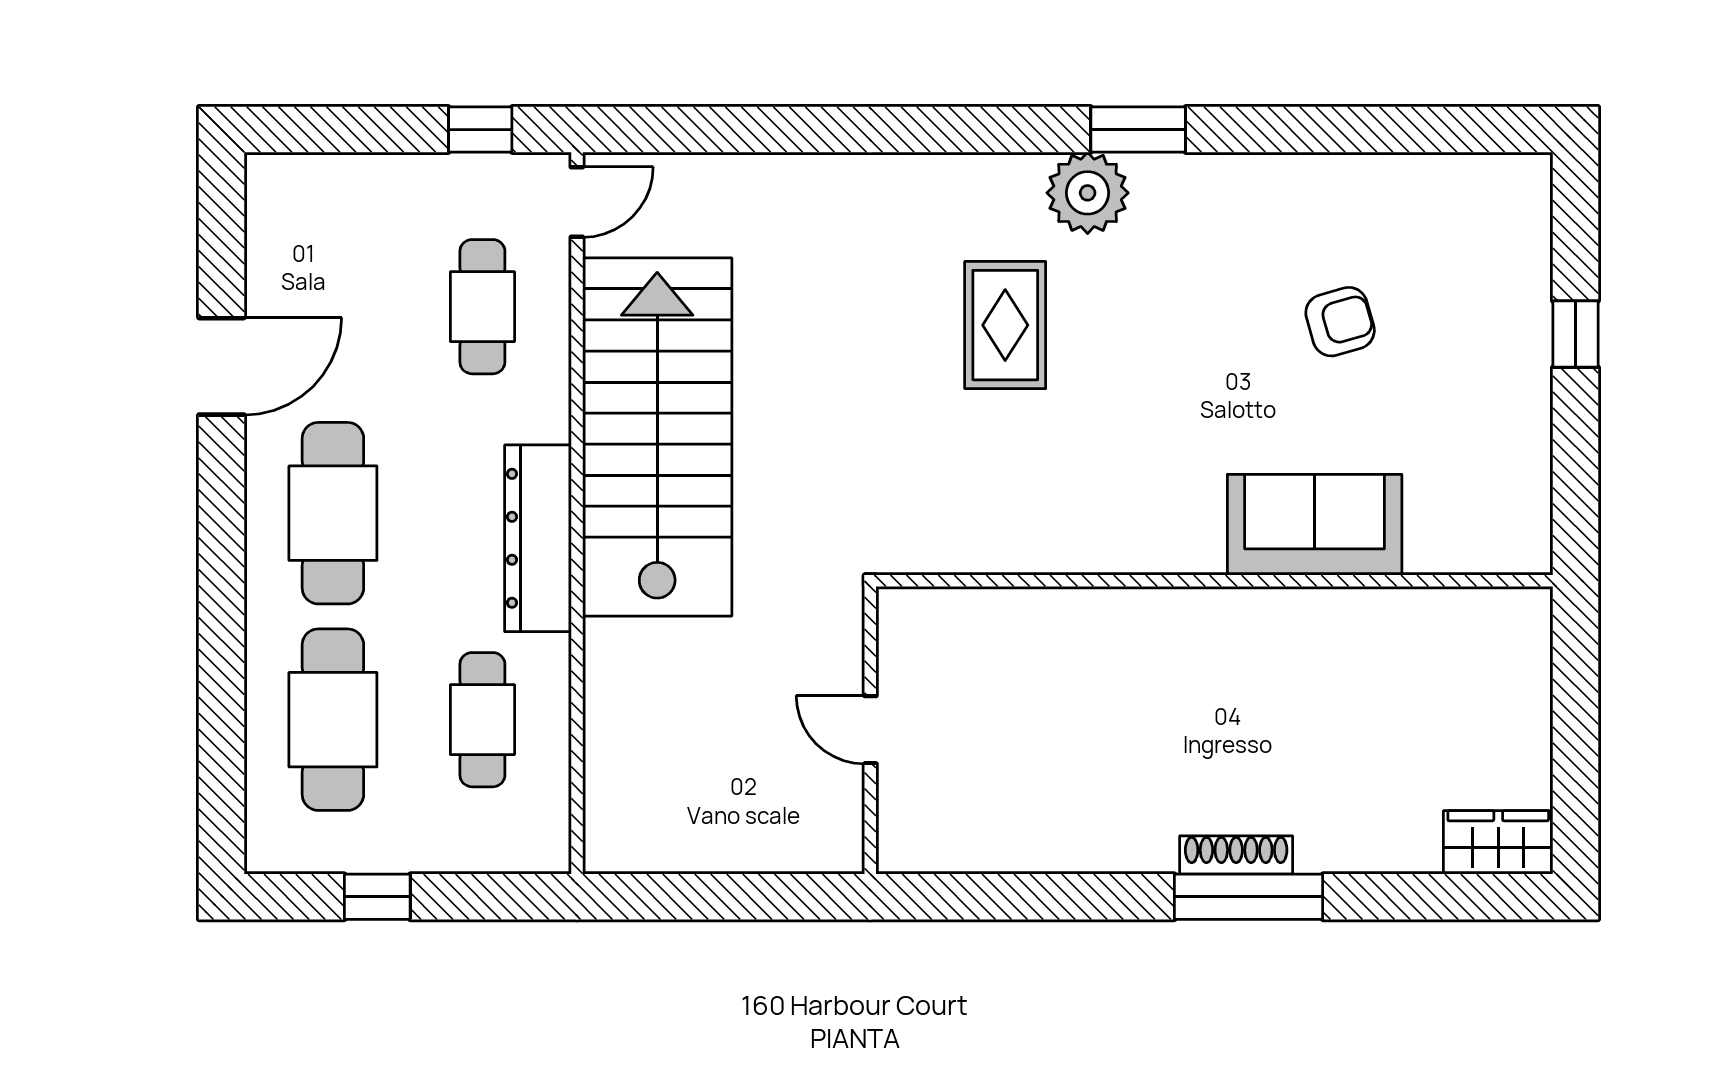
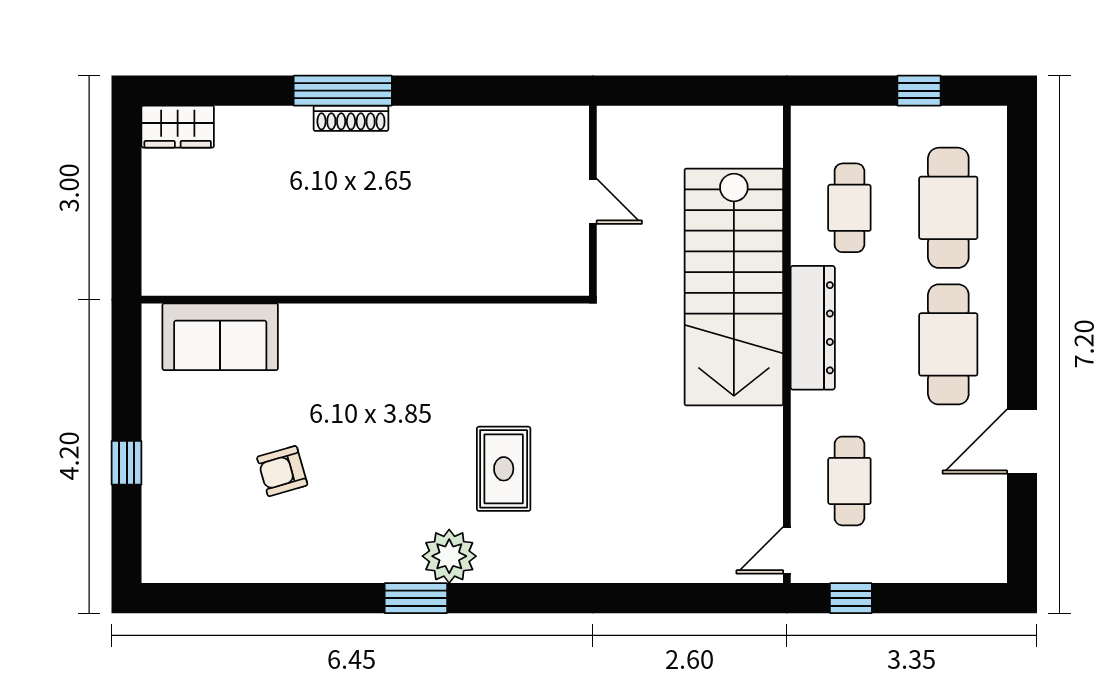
stairs: (657, 437) -> (734, 287), moved
sofa: (1315, 525) -> (220, 337), moved

